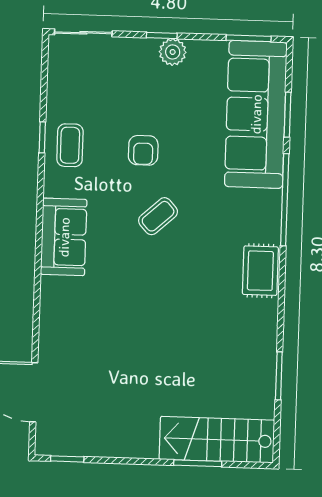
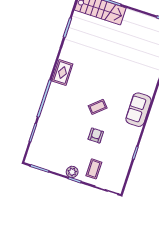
sofa: (256, 114) -> (46, 137), removed
coffee table: (70, 145) -> (94, 169), moved

